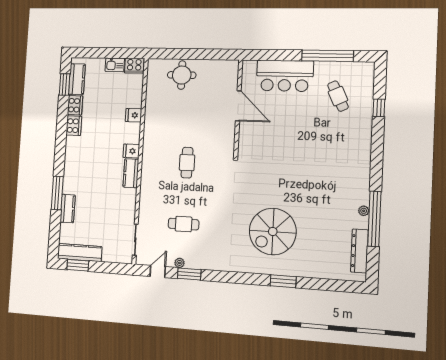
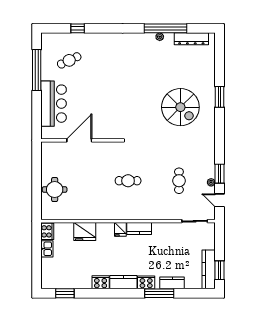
kitchen counter: (77, 79) -> (123, 282), moved
cooker: (75, 105) -> (146, 282), moved
fridge: (134, 115) -> (85, 232), width x1.88, depth x1.34

